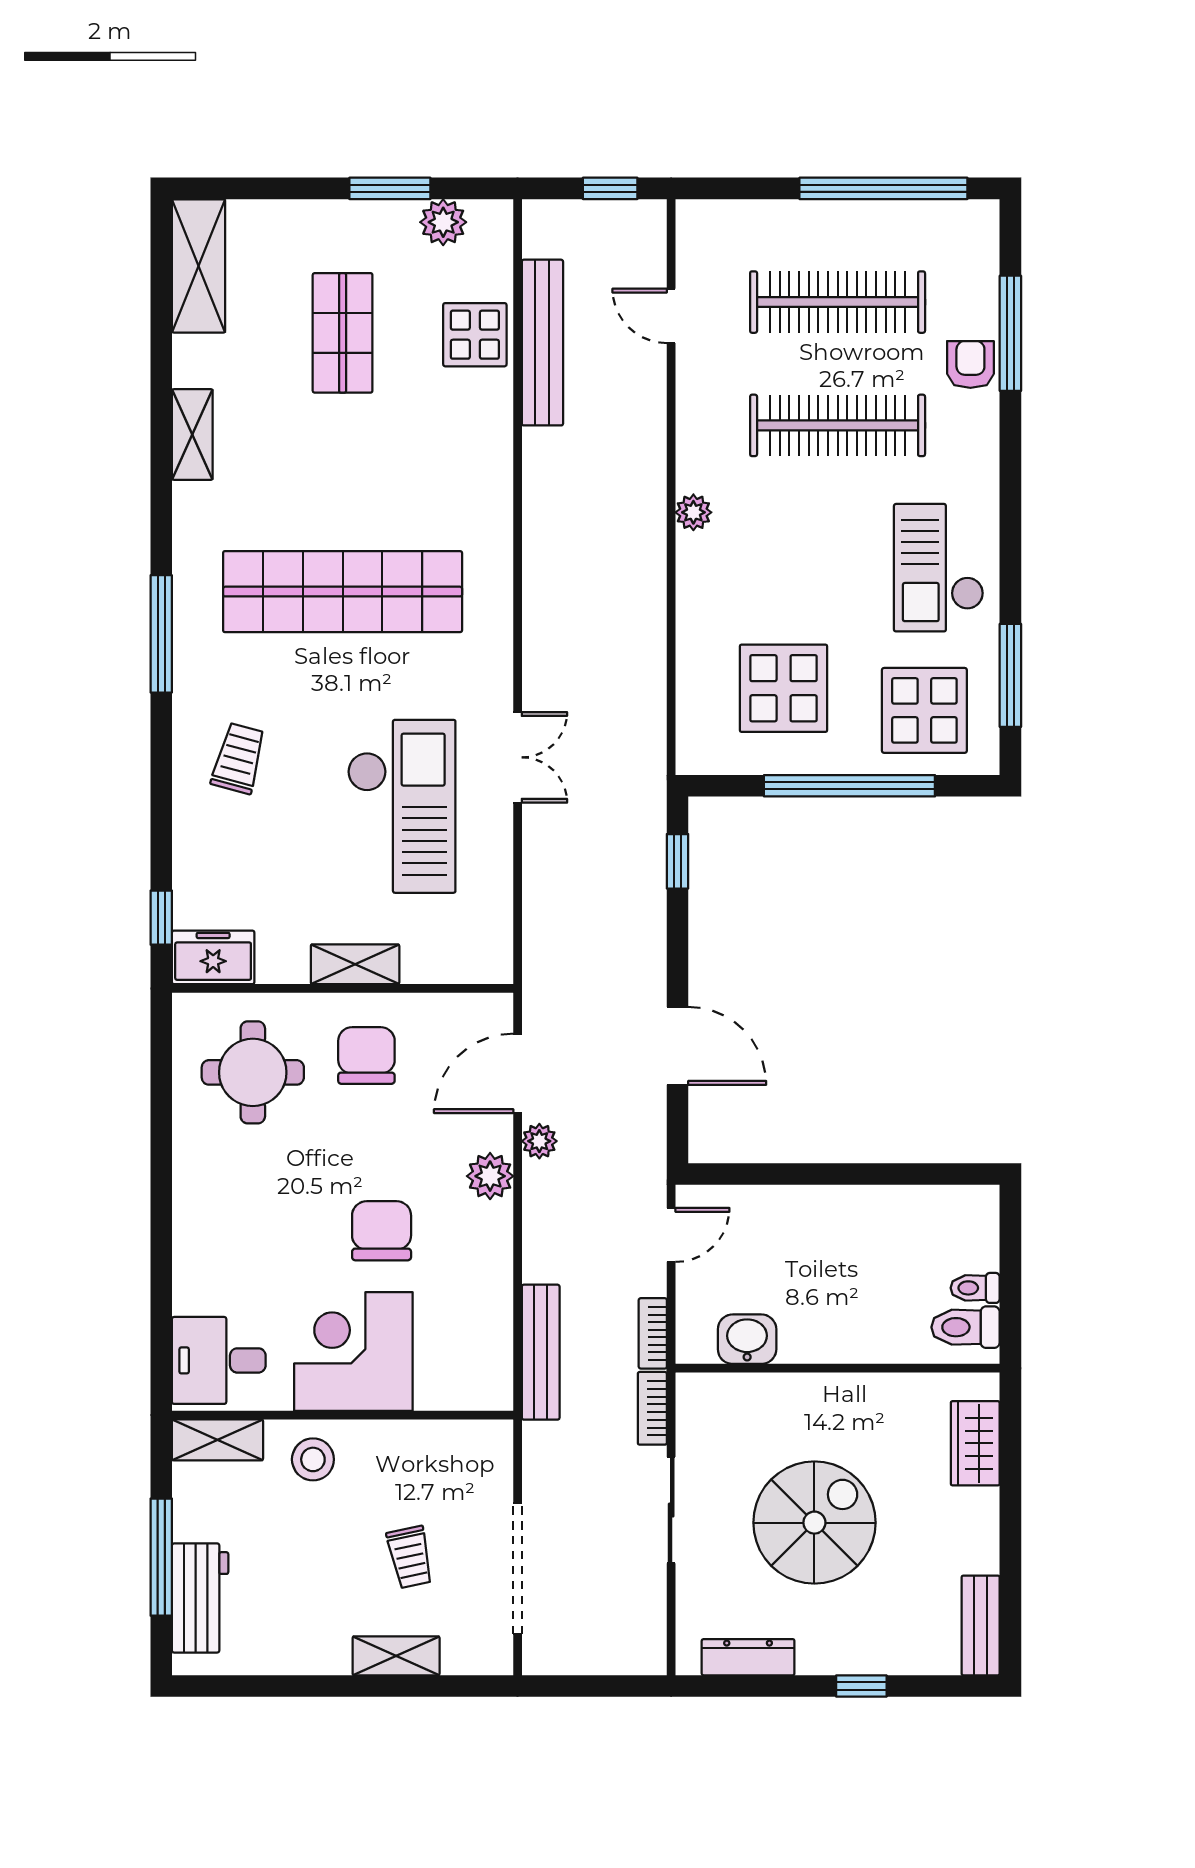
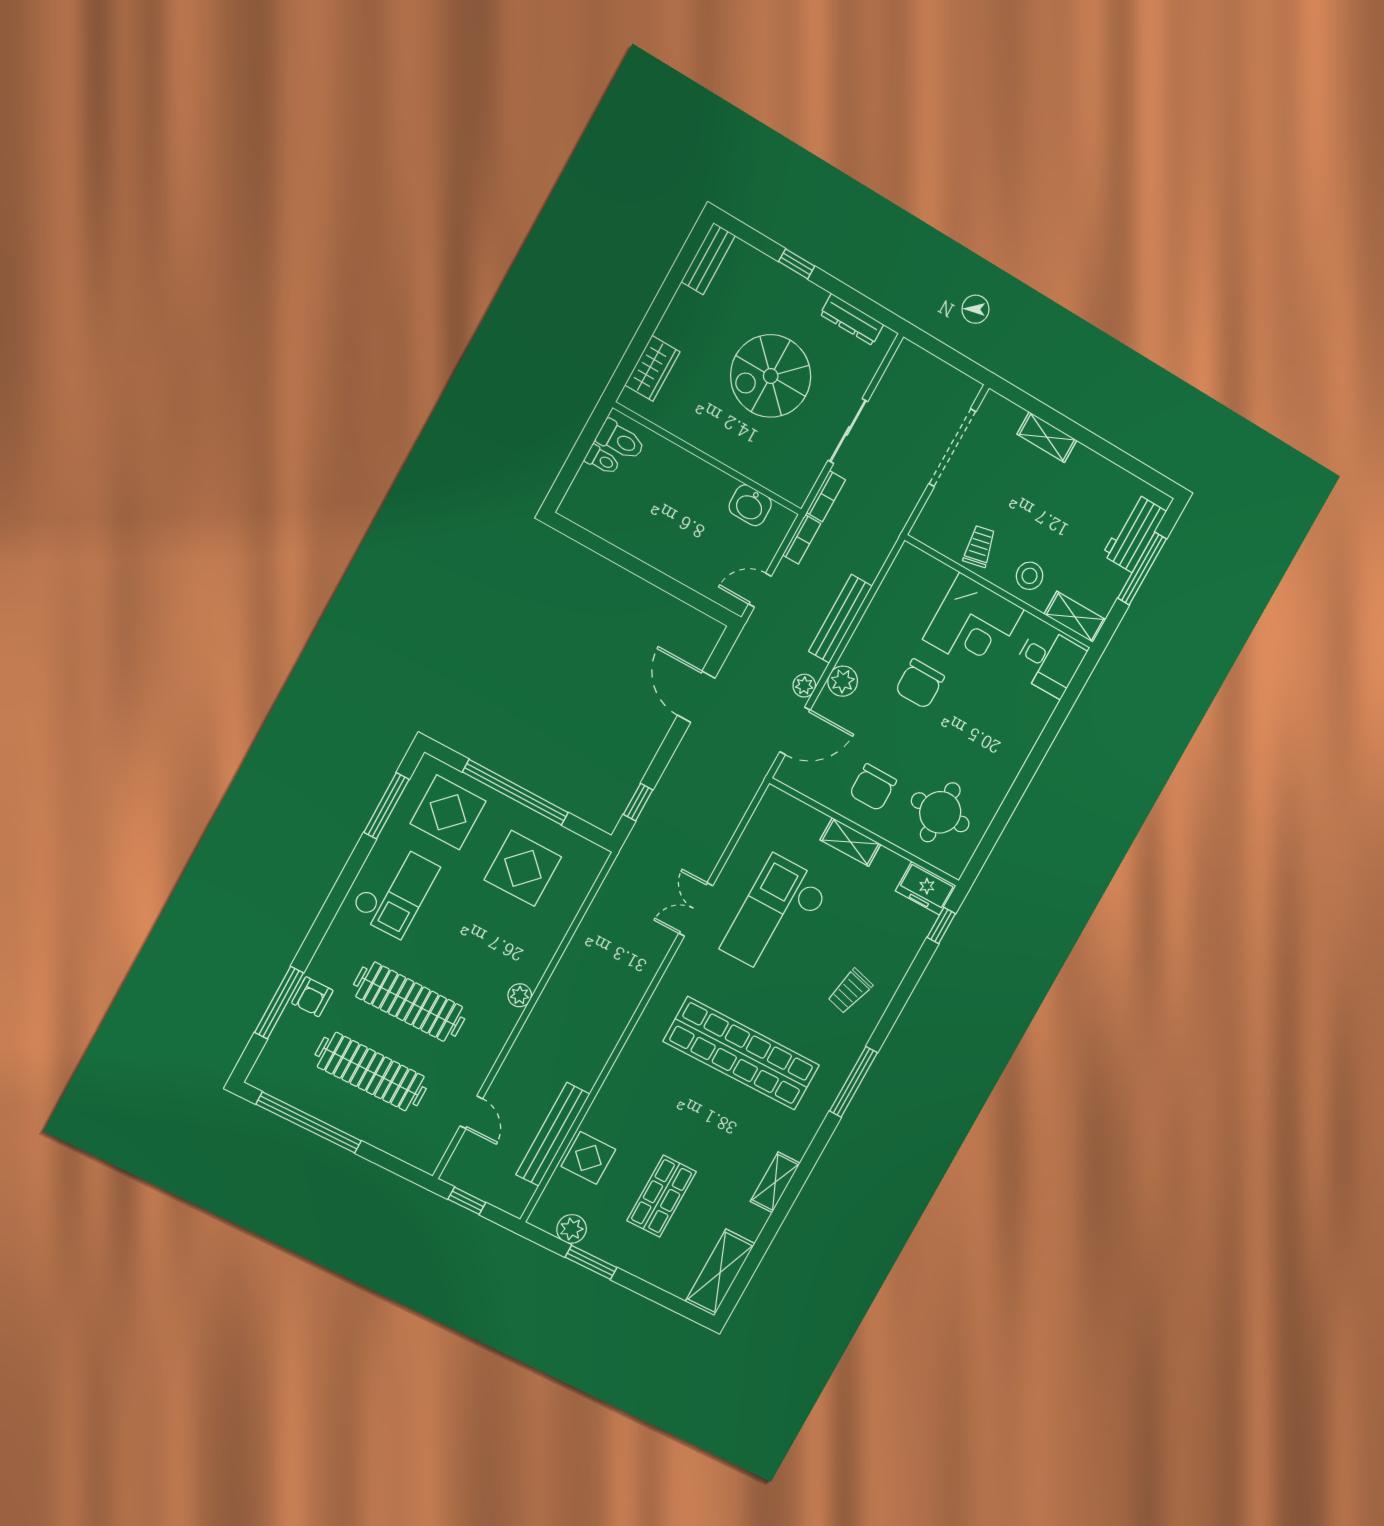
bench: (541, 1352) -> (840, 619), moved
trolley: (410, 1557) -> (979, 546), moved

